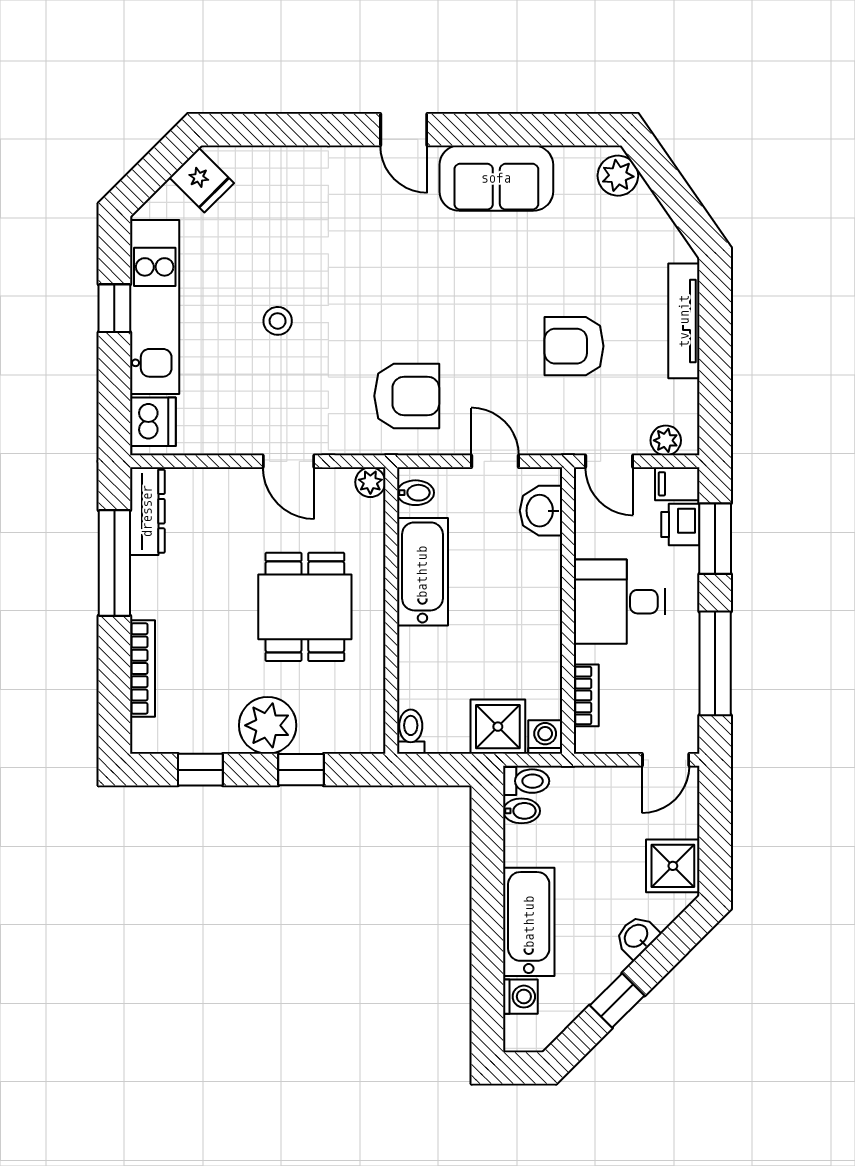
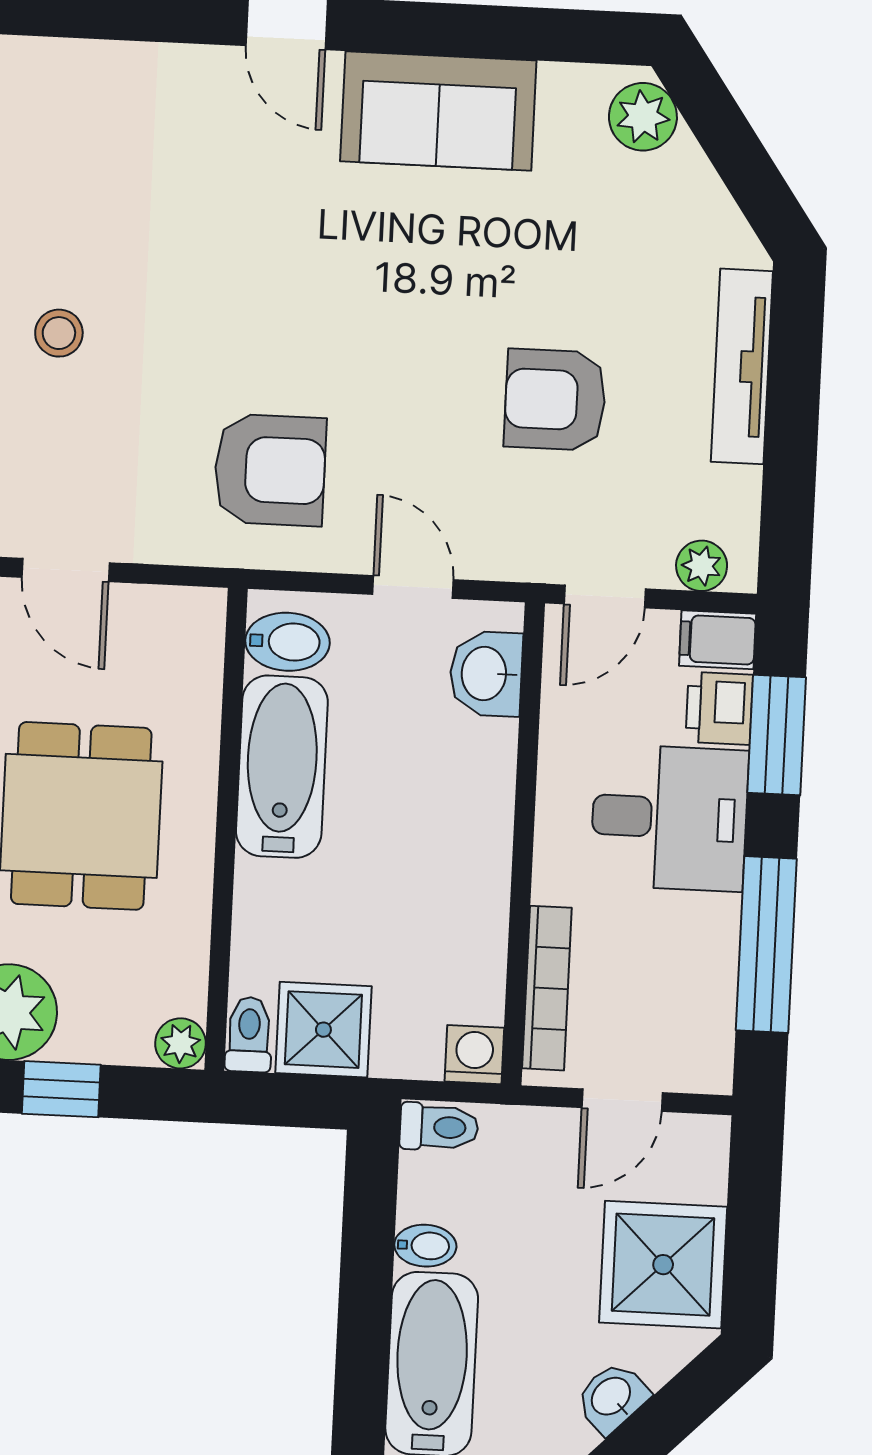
door: (609, 461) -> (605, 596), hinge flipped
plant: (370, 482) -> (180, 1043), moved
bidet: (416, 493) -> (287, 642), width x1.38, depth x1.36
desk: (619, 602) -> (669, 818), moved, turned 180
bookcase: (586, 695) -> (547, 988), width x1.56
shower: (498, 727) -> (323, 1030), moved
door: (666, 760) -> (622, 1100), moved
bidet: (522, 811) -> (425, 1246), moved
shower: (673, 866) -> (663, 1265), width x1.36, depth x1.36

